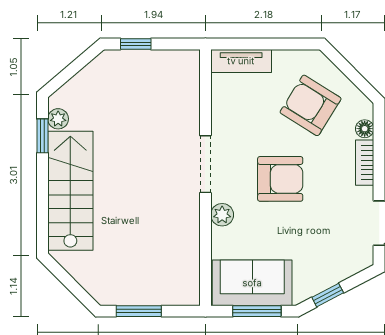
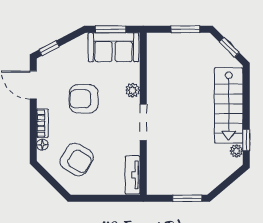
window: (136, 44) -> (187, 198), width x1.50
tv unit: (241, 61) -> (132, 175), moved, turned -90
armchair: (280, 179) -> (84, 99), moved
window: (69, 283) -> (229, 47), added
window: (328, 295) -> (49, 48), moved

